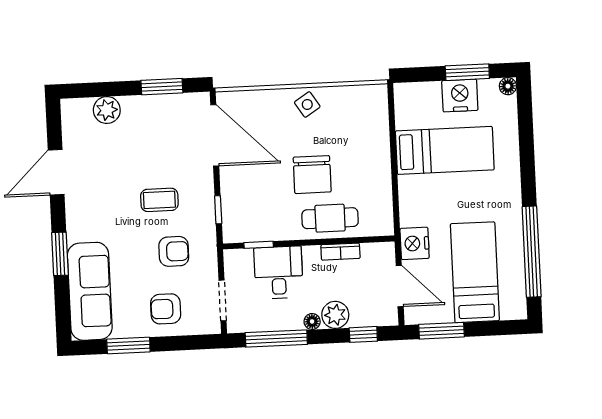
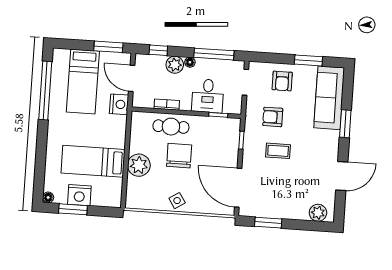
plant: (107, 110) -> (318, 213), moved
plant: (373, 153) -> (139, 165), added
armchair: (166, 309) -> (282, 81), turned 90

